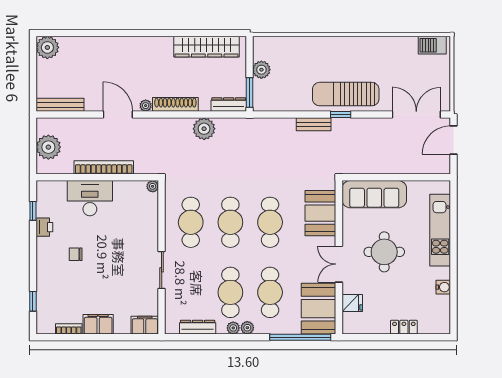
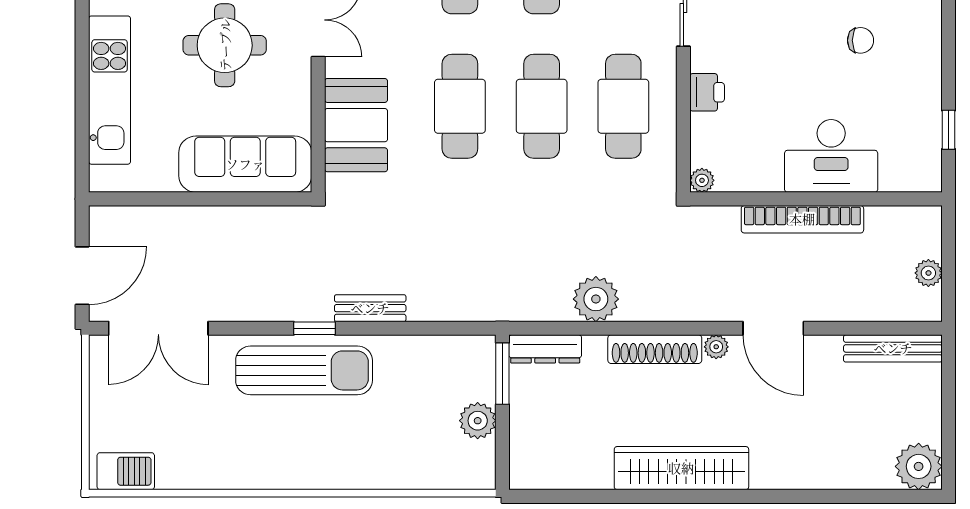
wardrobe: (207, 47) -> (681, 468), moved
plant: (48, 147) -> (928, 273), width x0.53, depth x0.53
printer: (44, 227) -> (707, 92), moved, turned 180

